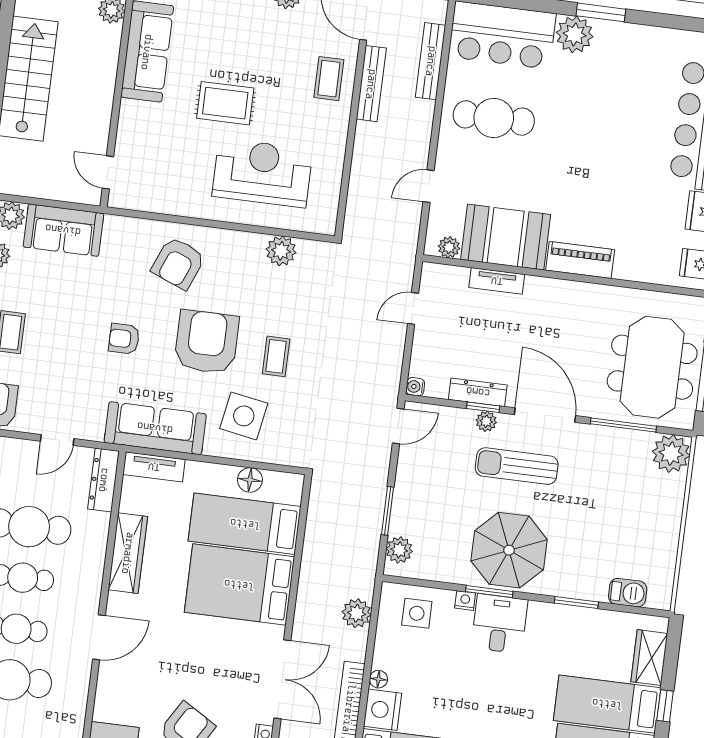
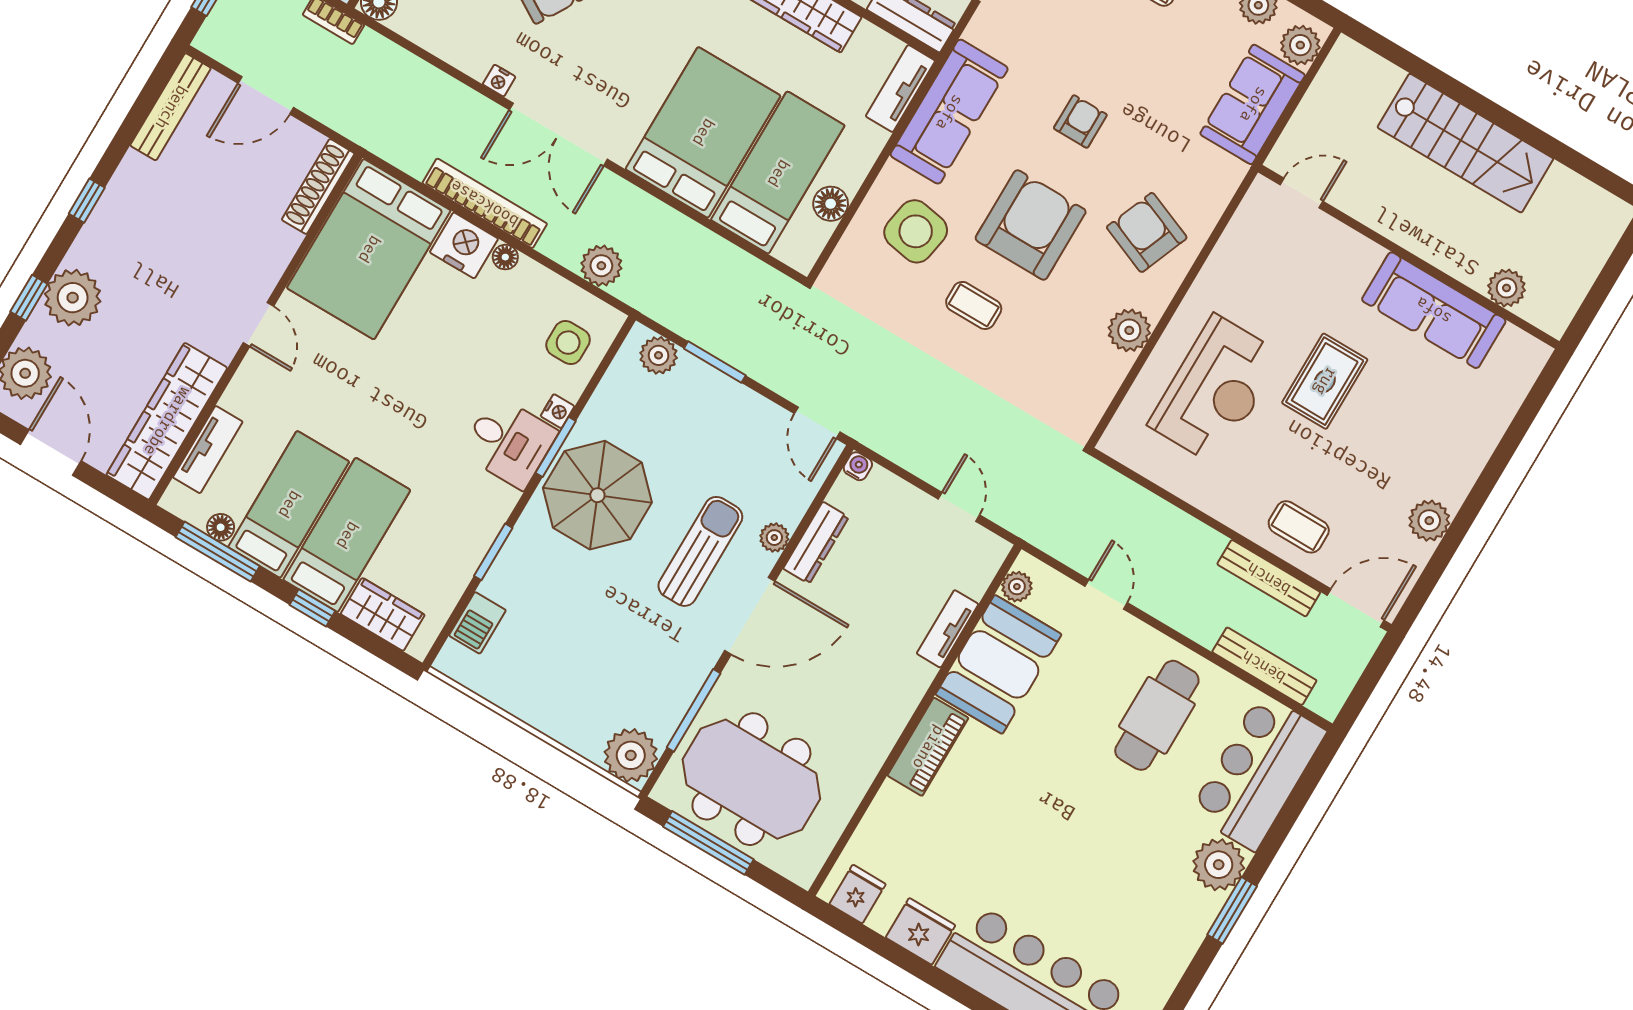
plant: (281, 251) -> (1129, 330), moved
armchair: (207, 342) -> (1031, 225), turned -90
window: (483, 407) -> (794, 541), removed

